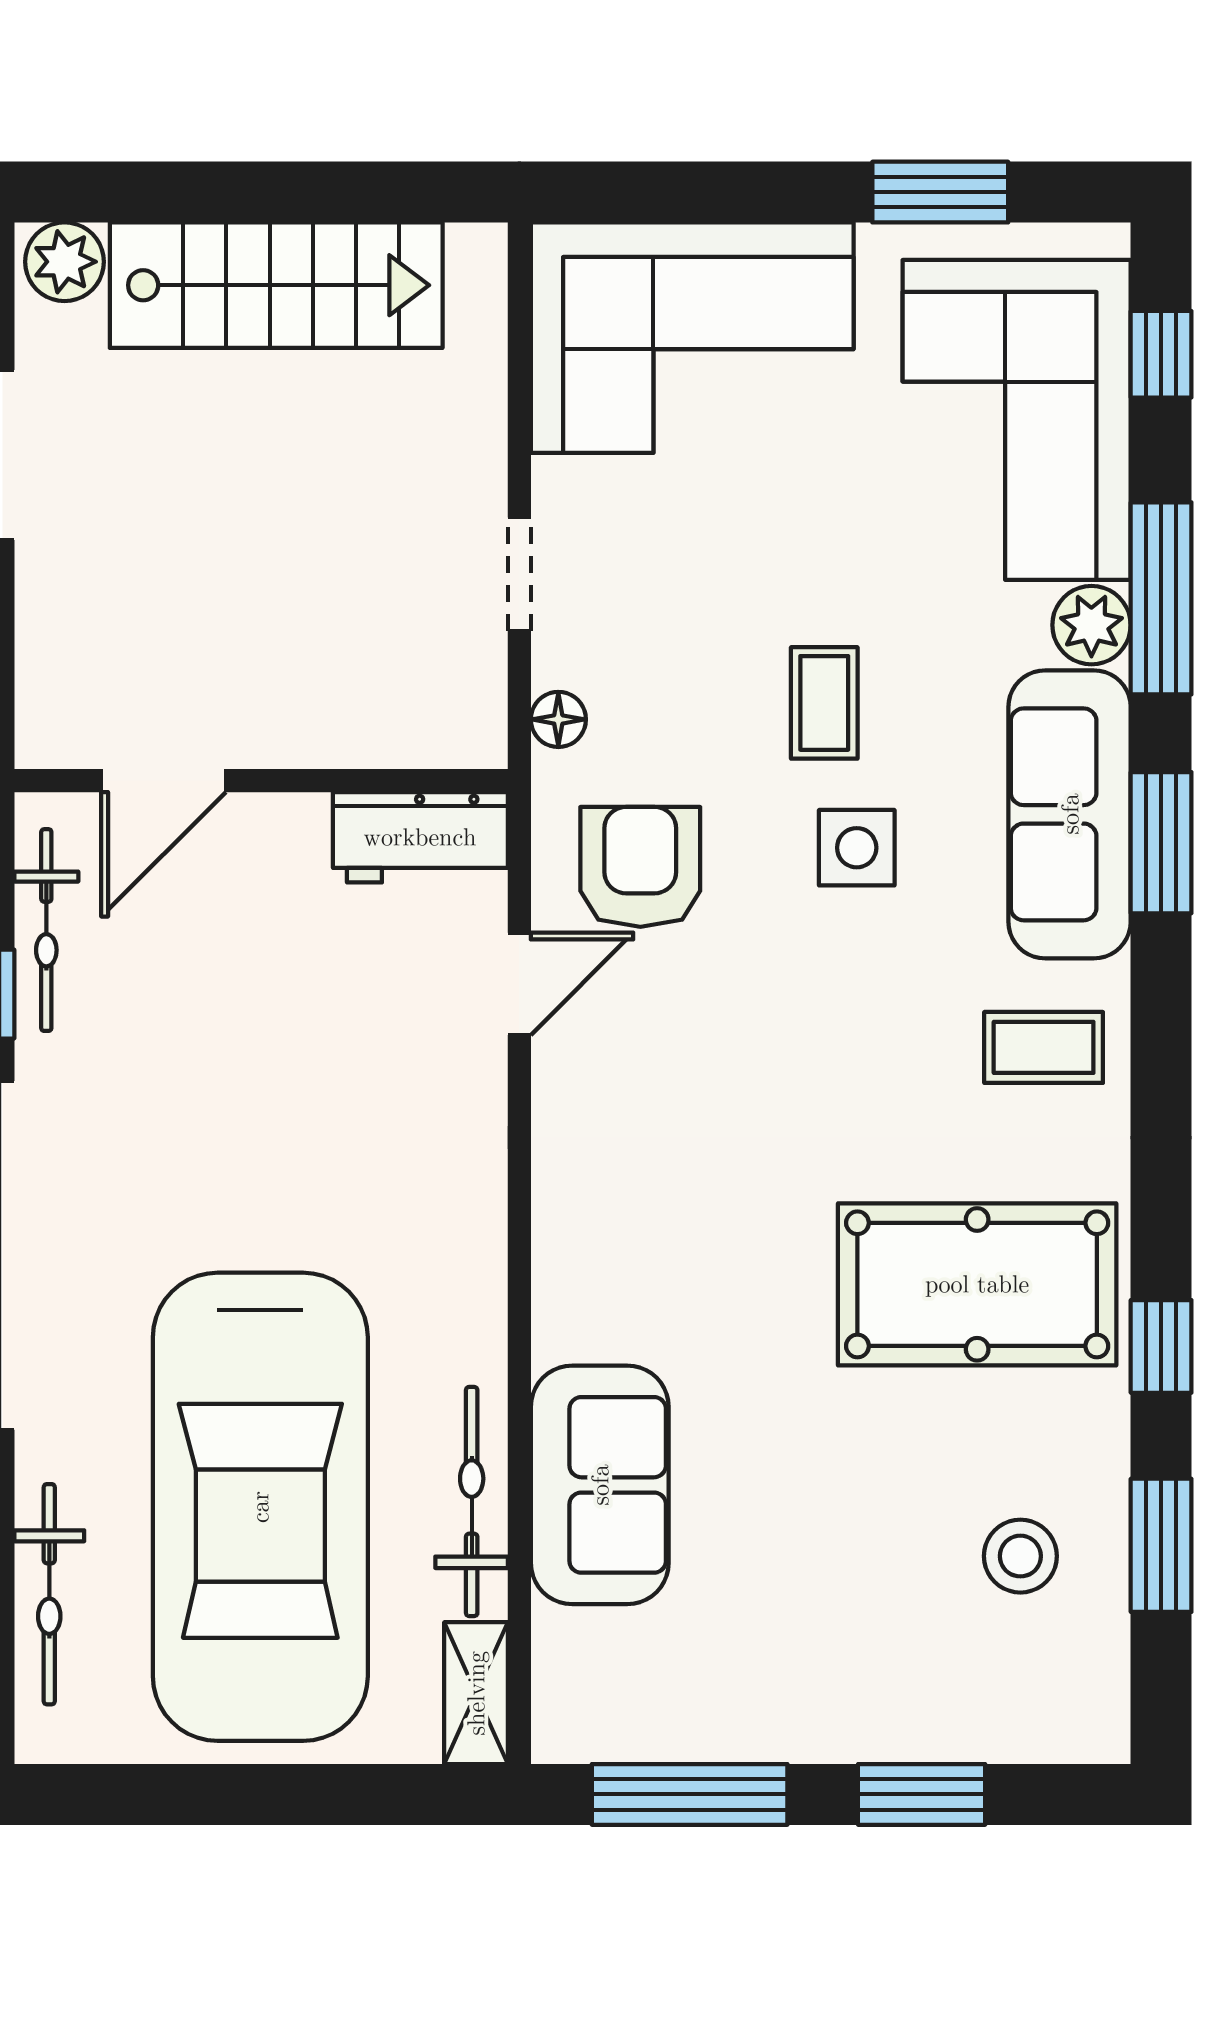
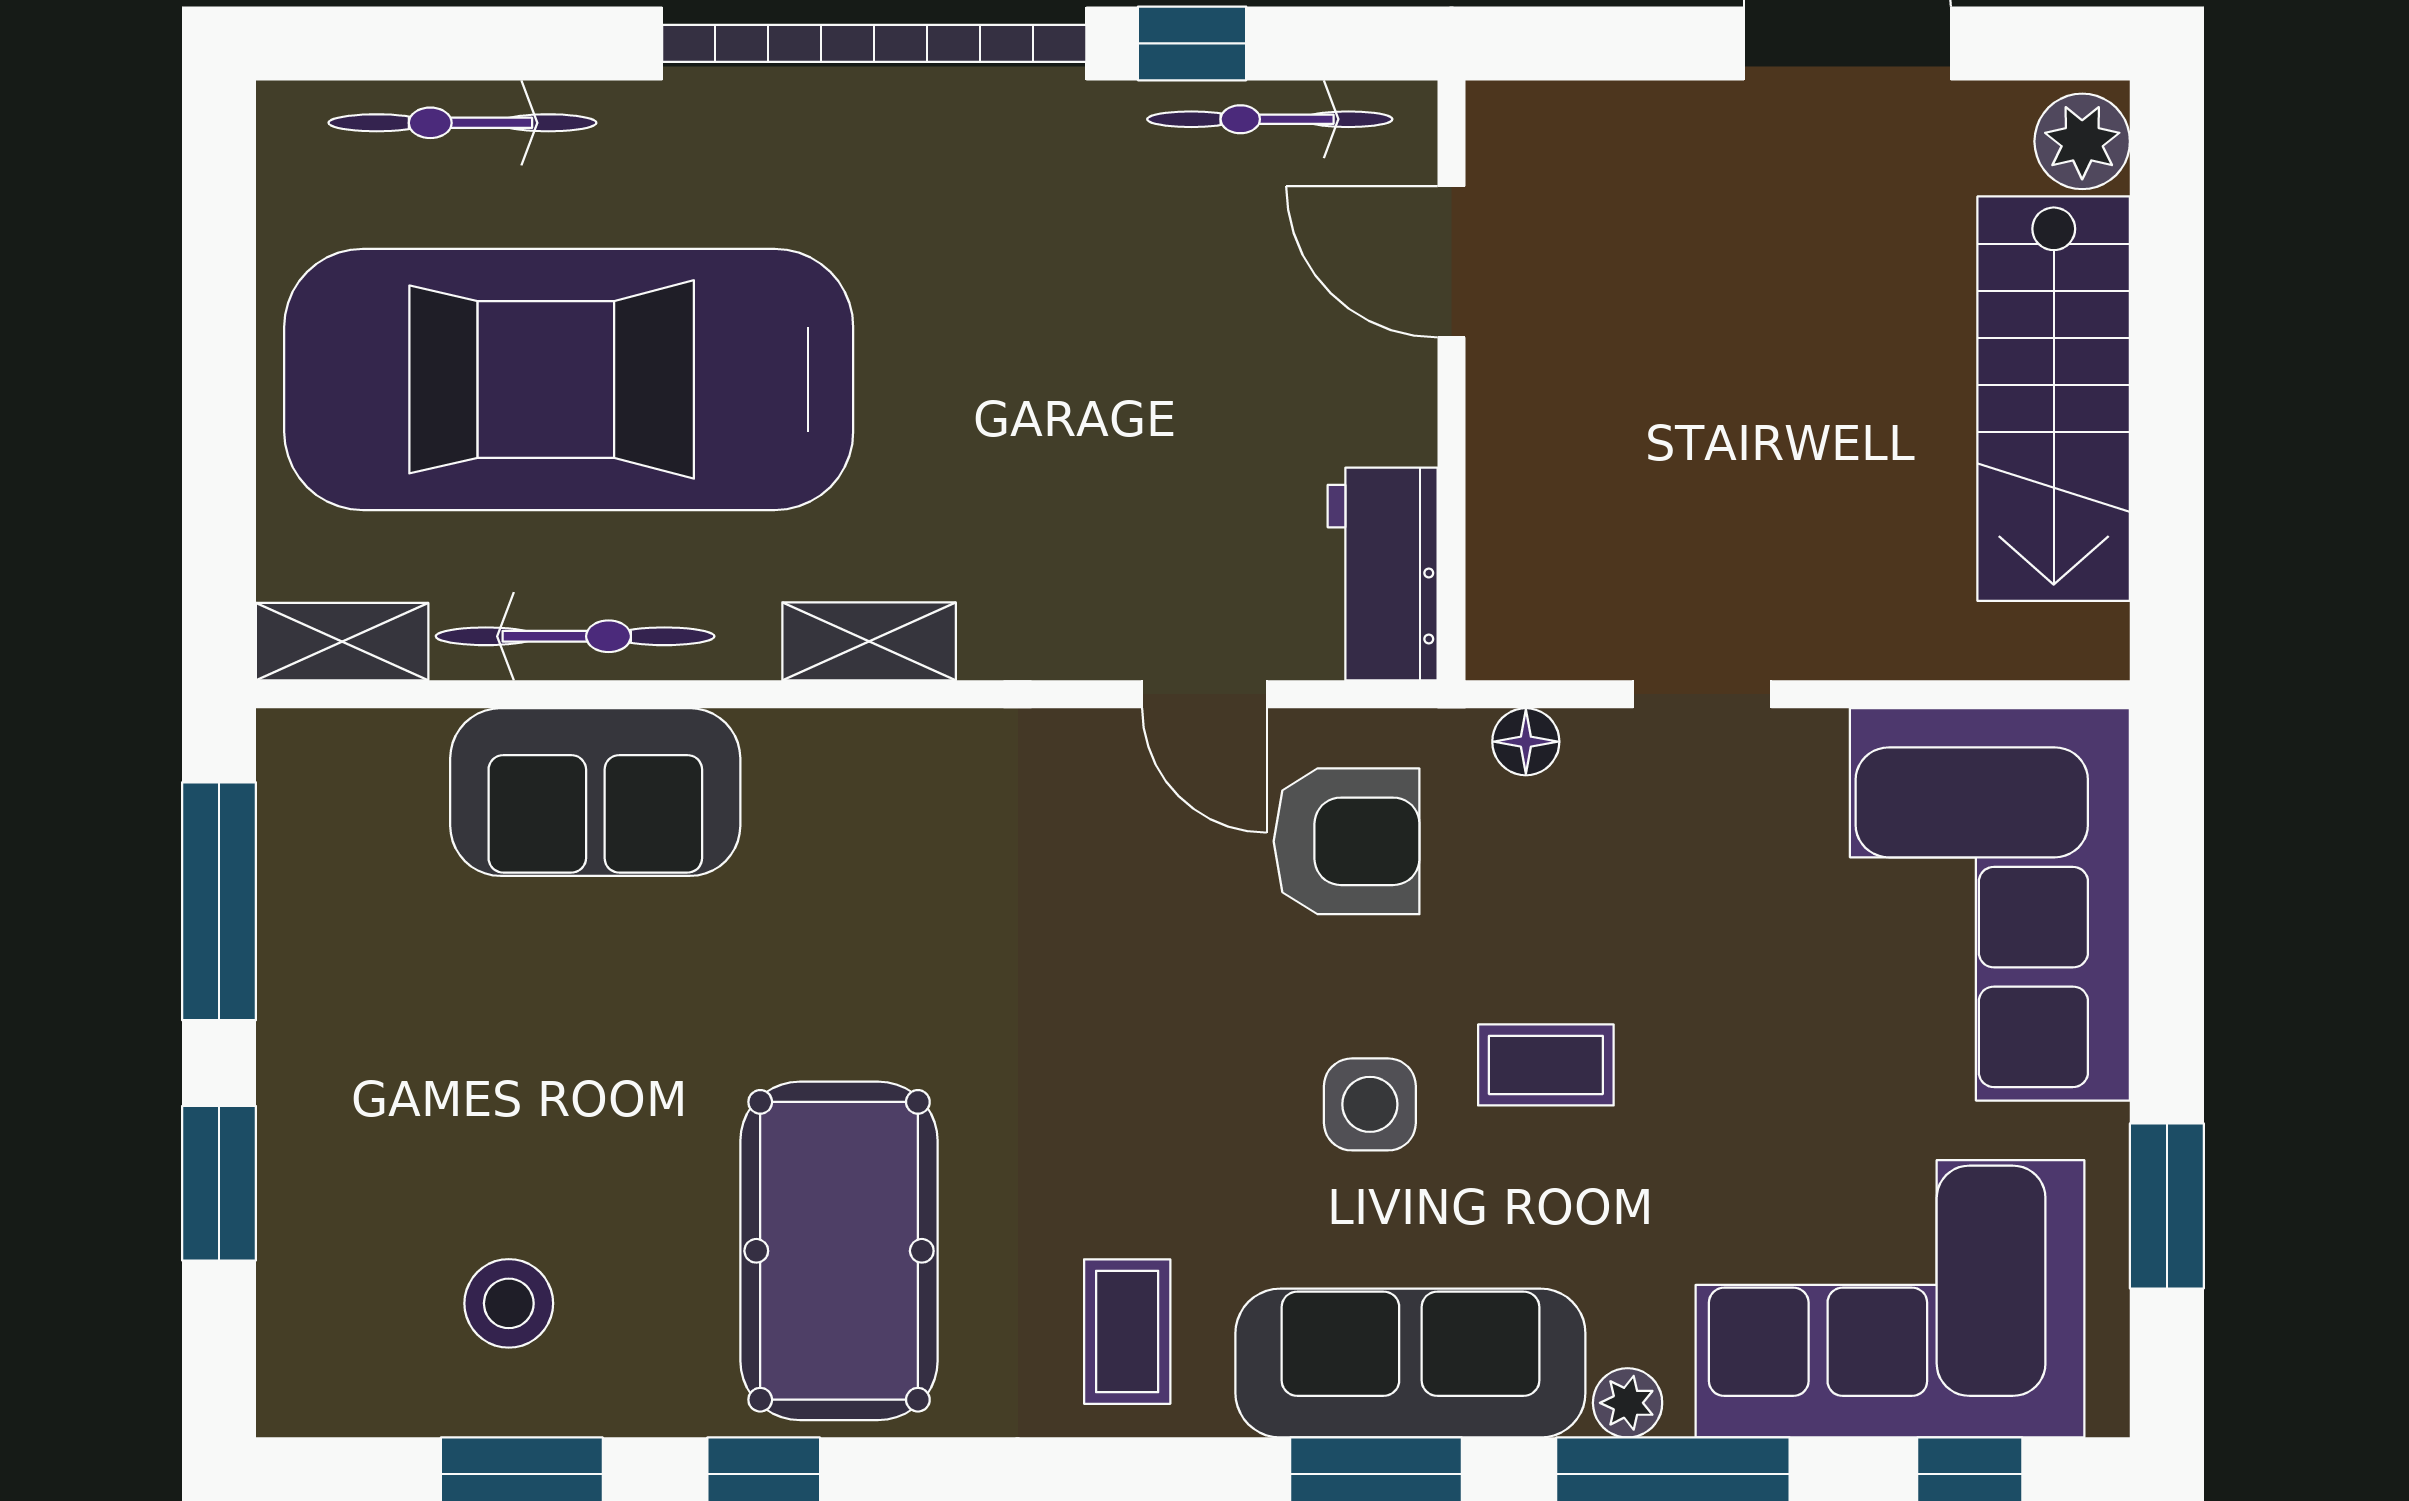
plant: (1091, 625) -> (1628, 1403), width x0.73, depth x0.73
shelving: (476, 1260) -> (869, 641), added

